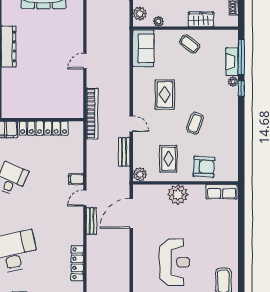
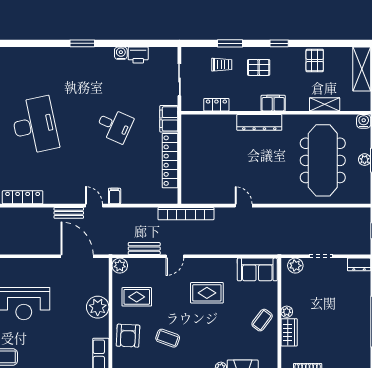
plant: (158, 21) -> (287, 312), moved
coffee table: (195, 123) -> (168, 338), moved

